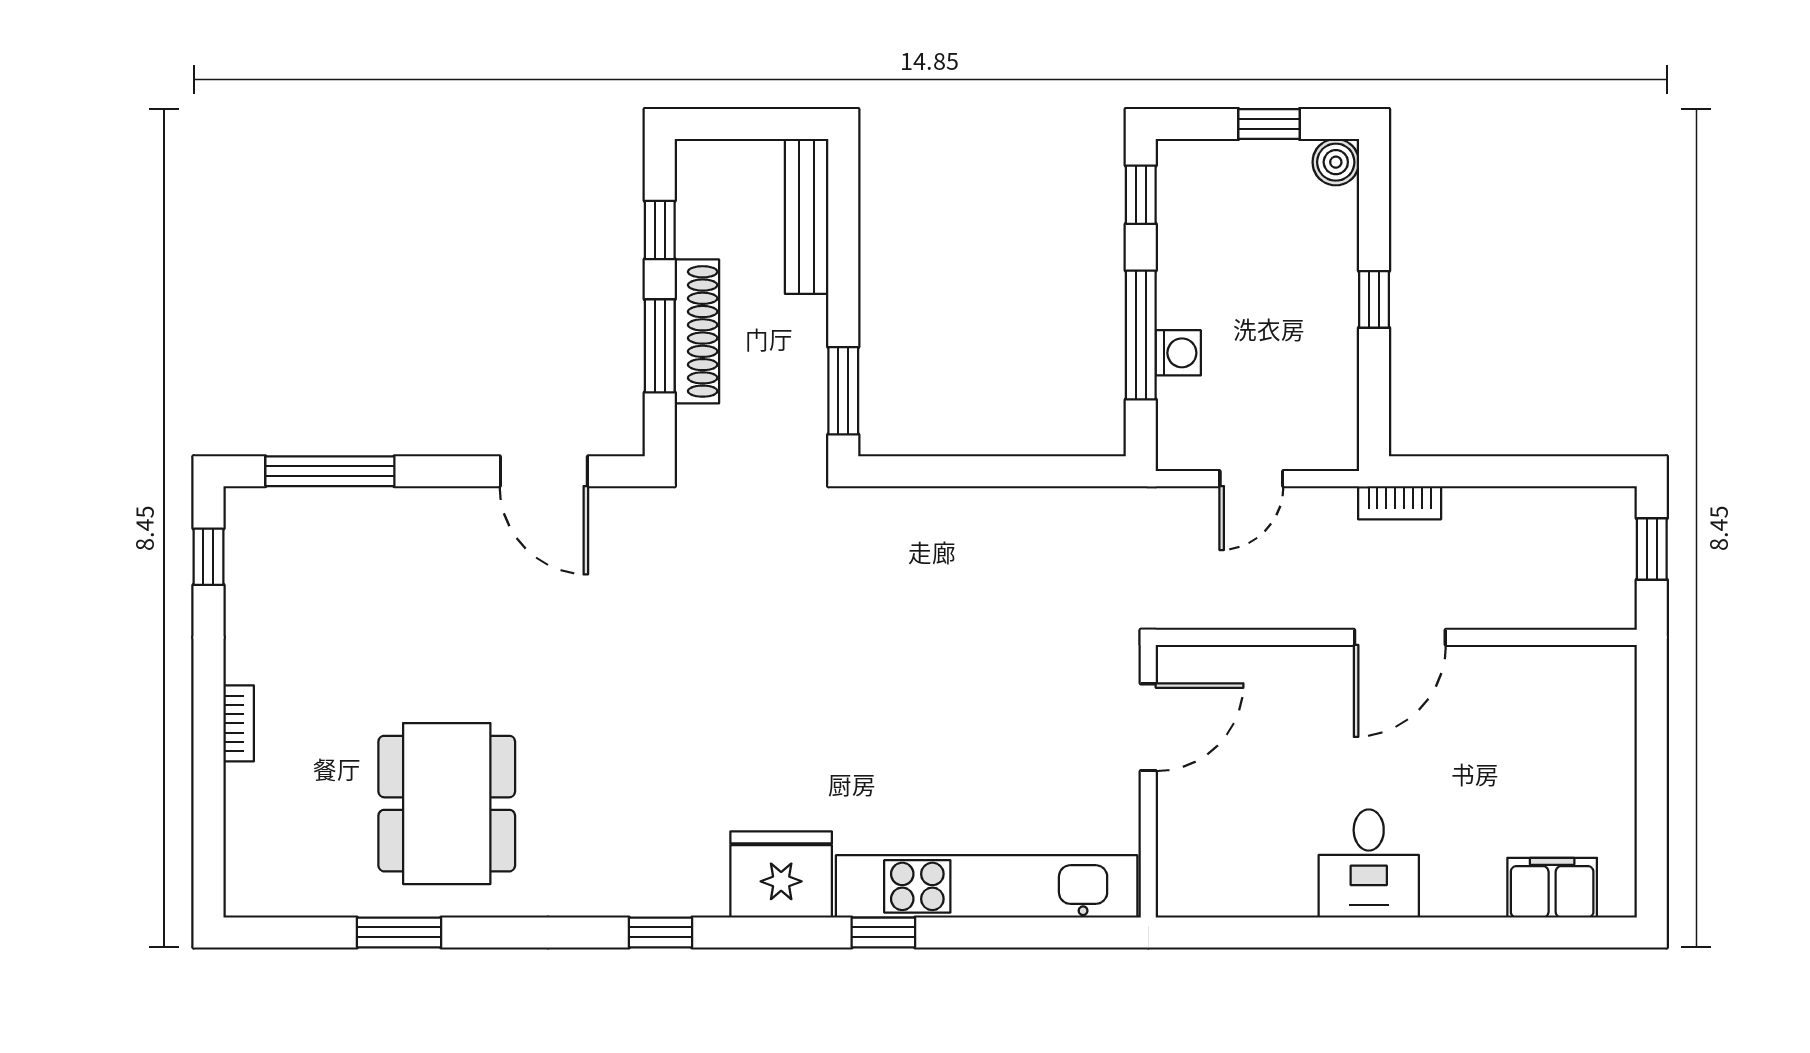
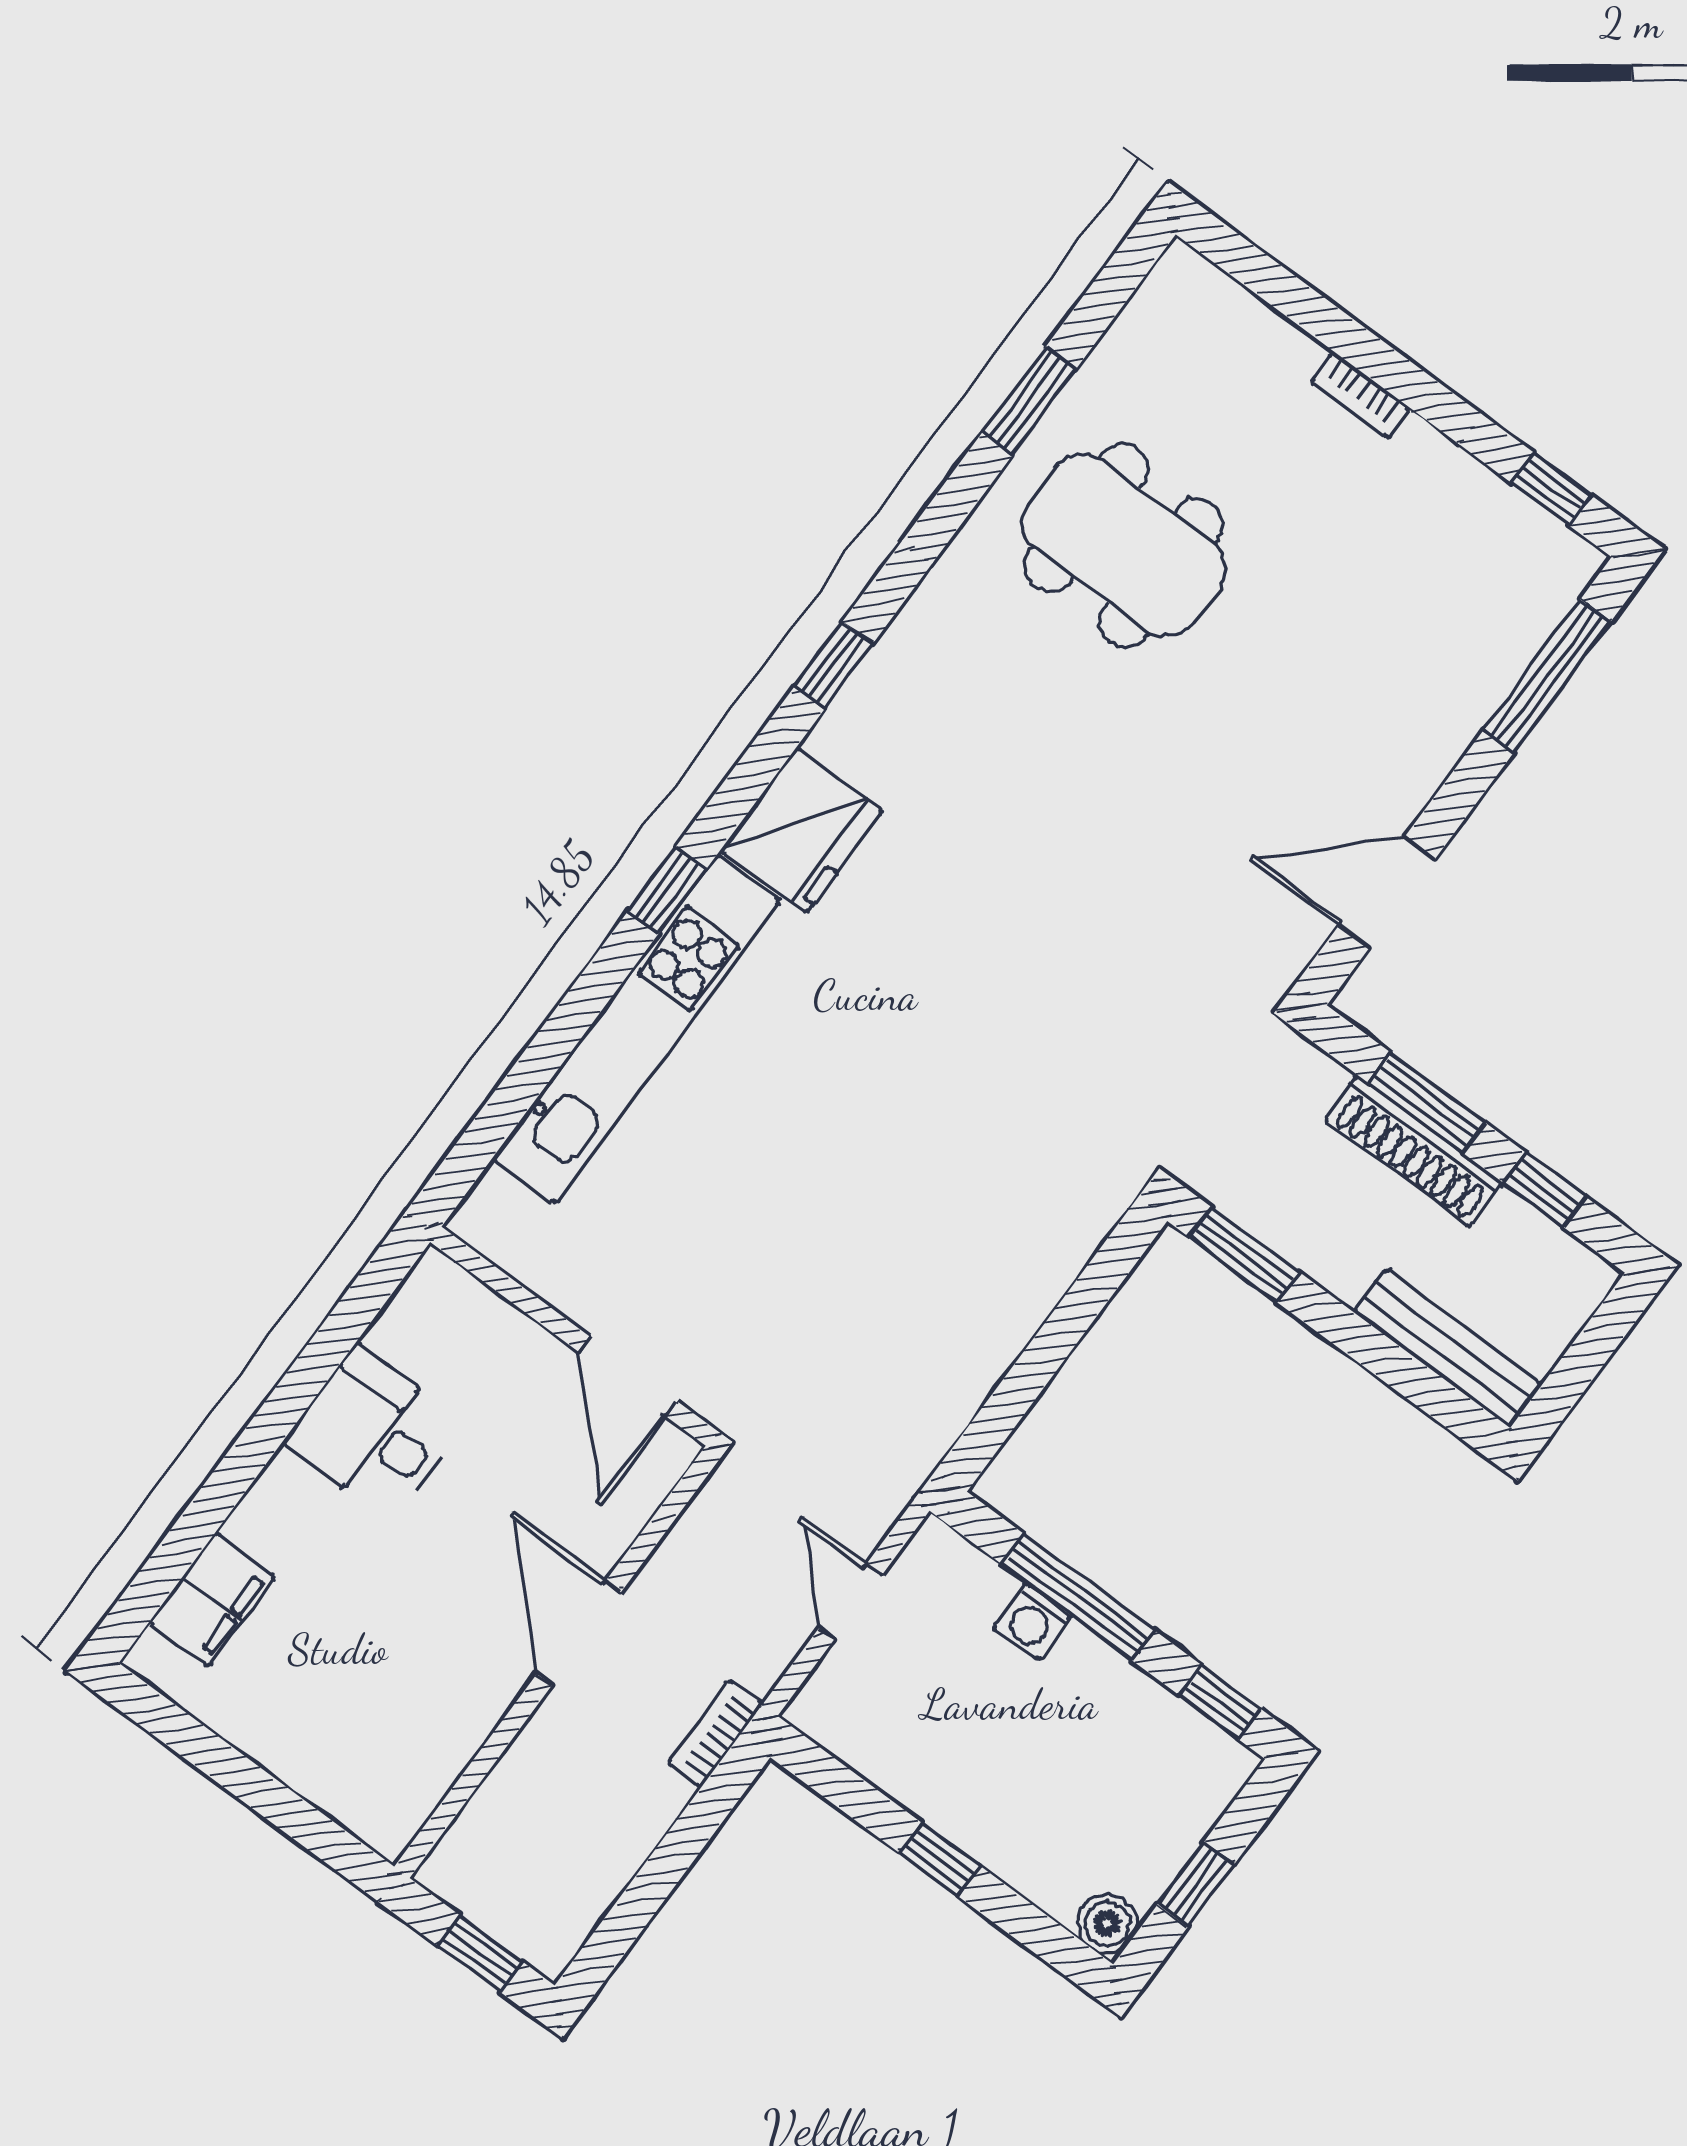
door: (1148, 727) -> (628, 1377), moved
wall: (1148, 781) -> (574, 1336), moved

